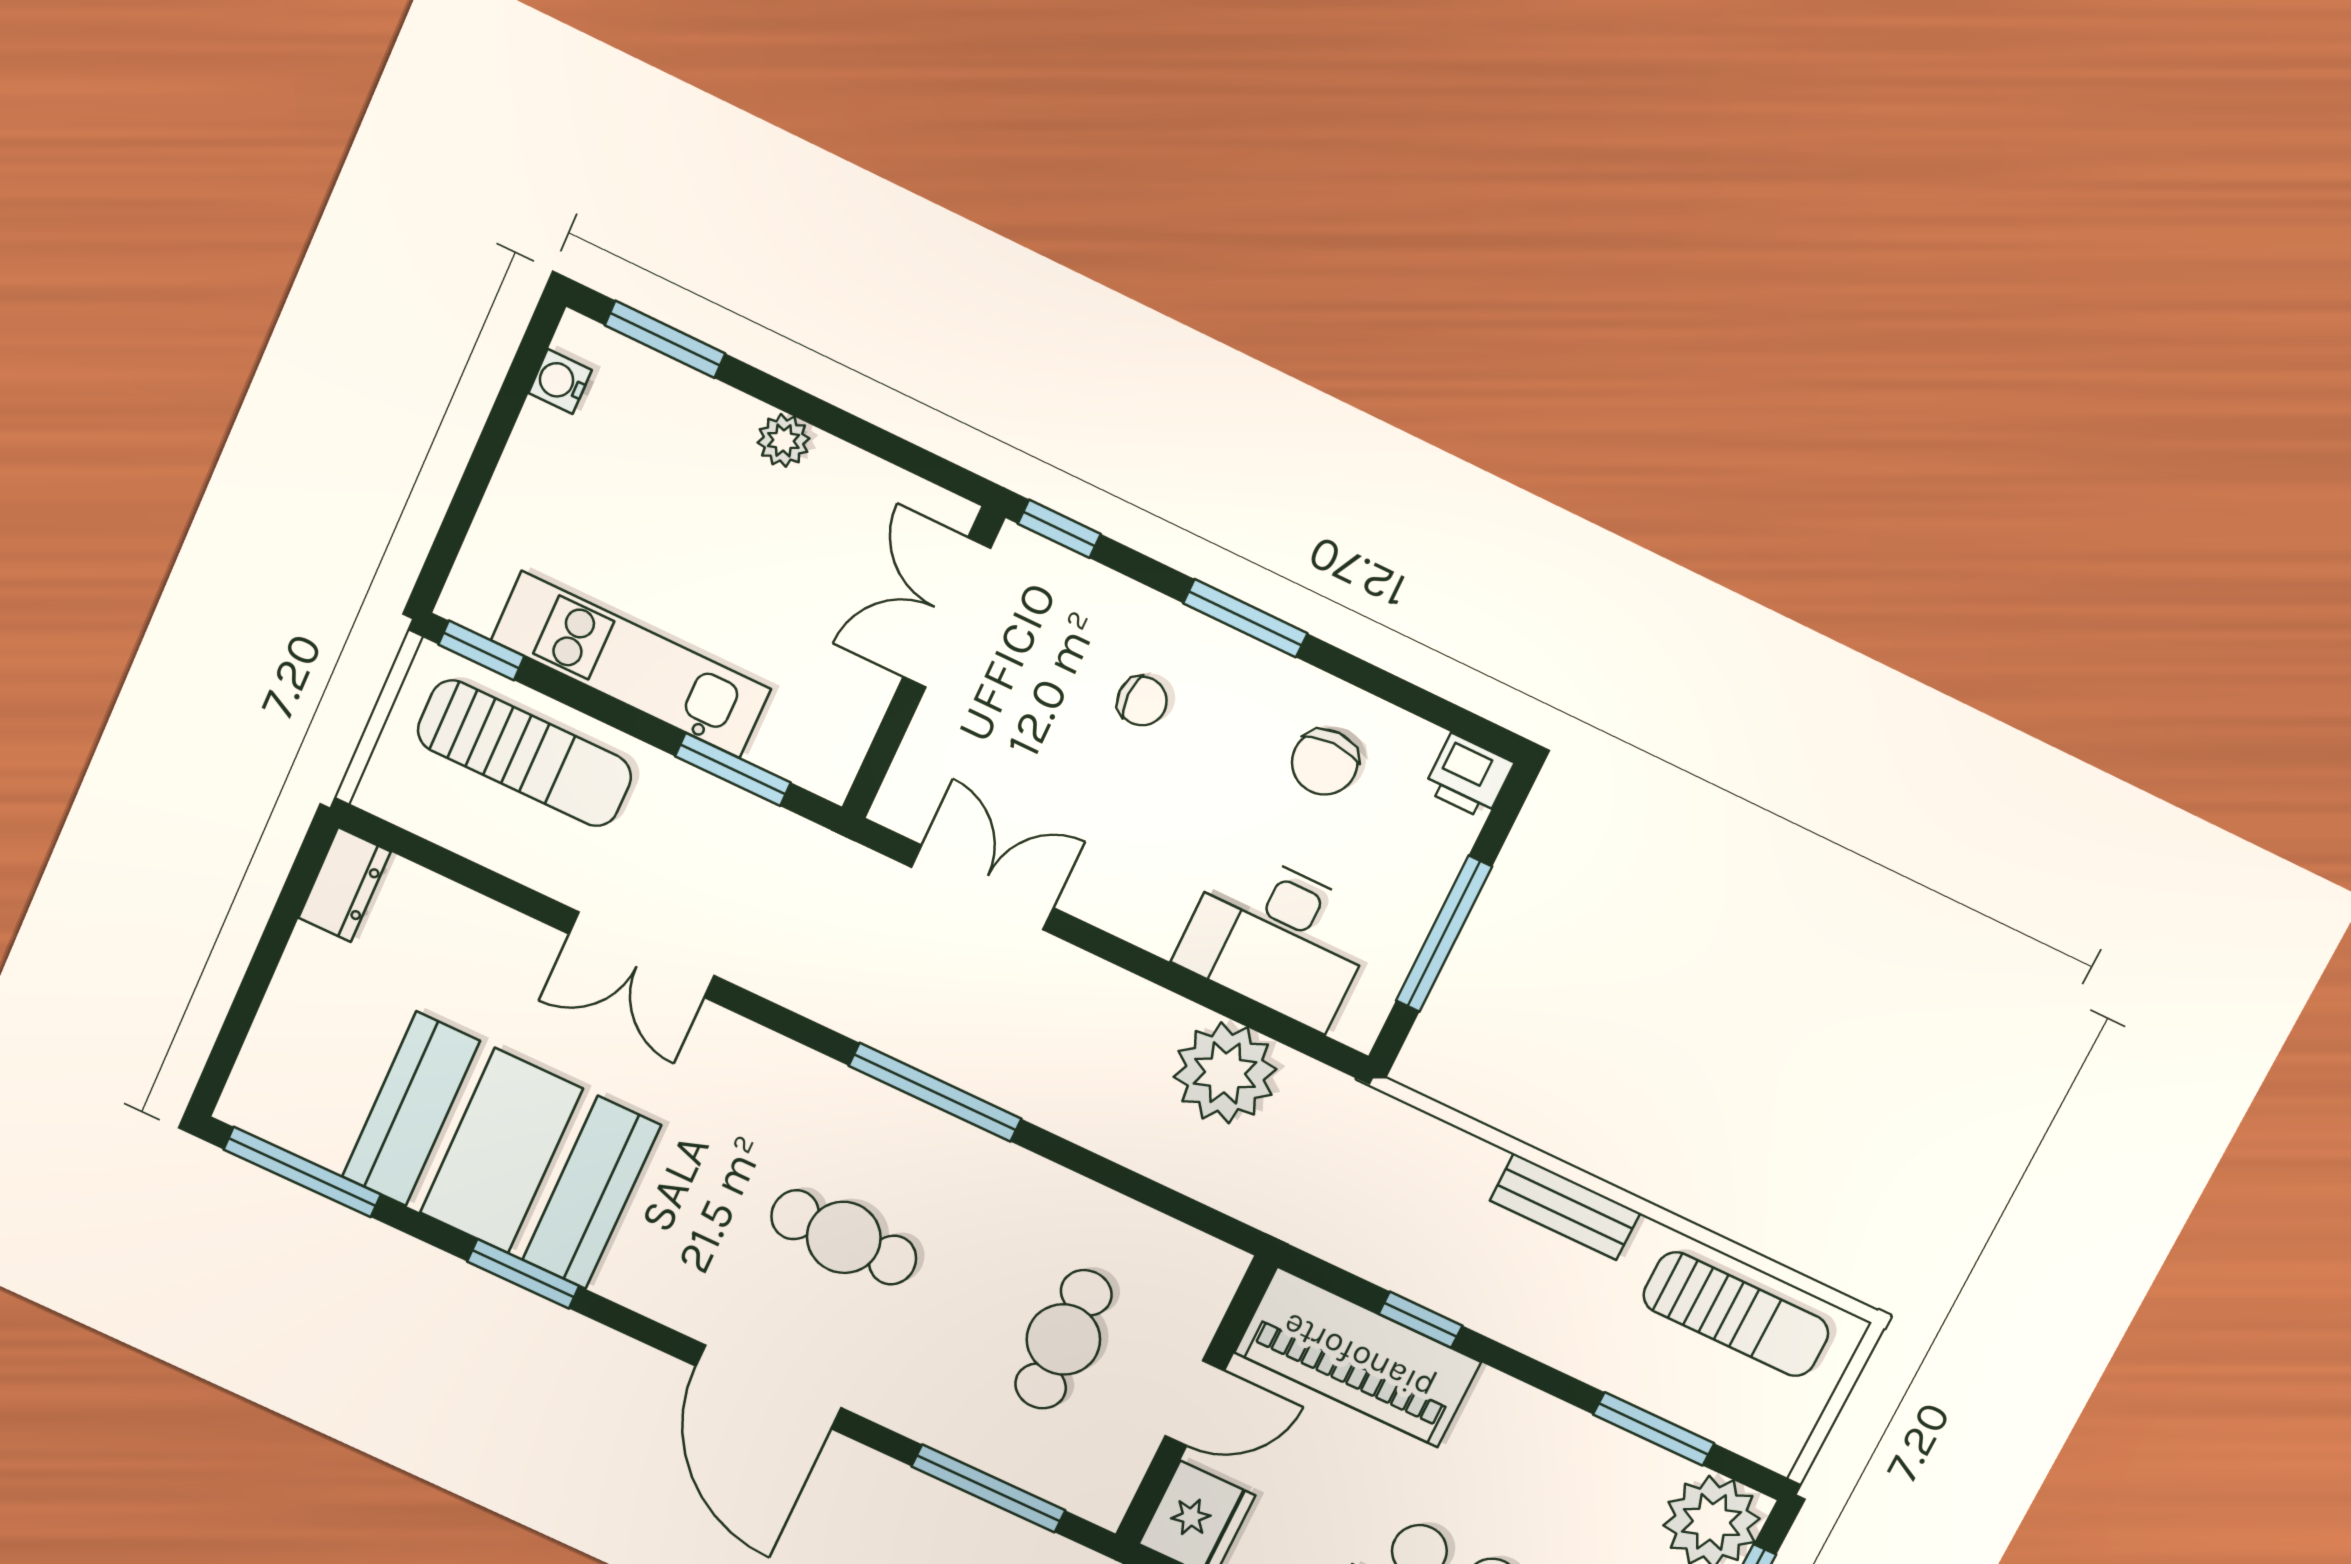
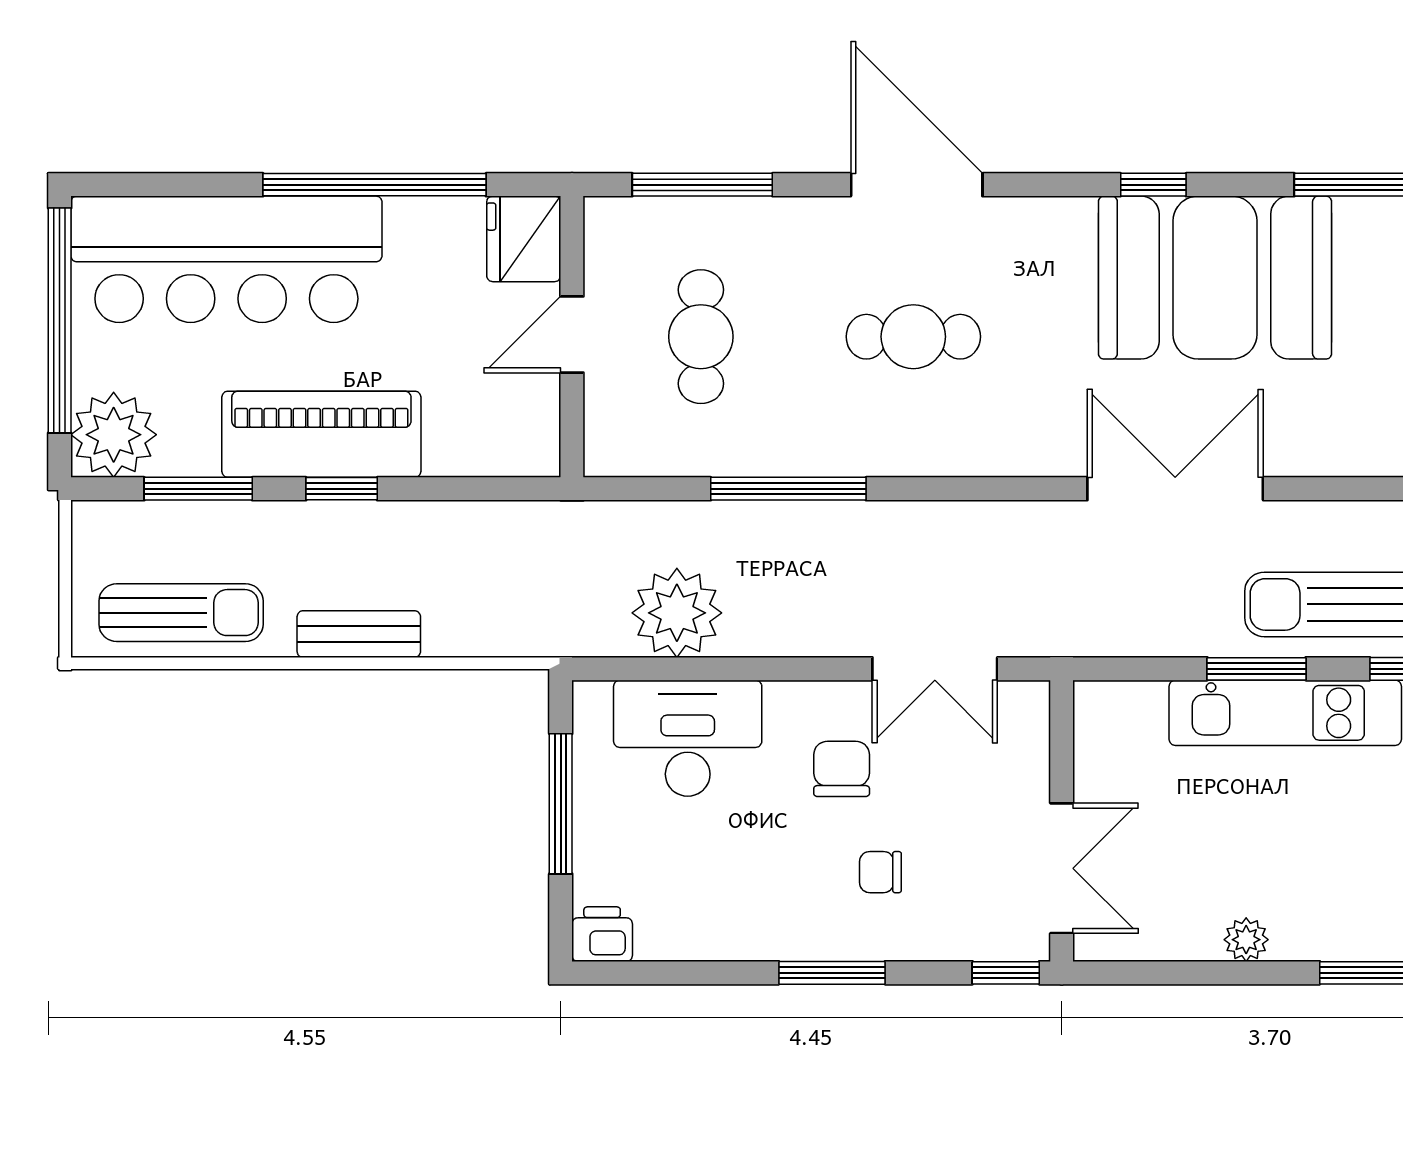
chair: (1325, 762) -> (842, 769), moved
window: (733, 769) -> (1257, 669), moved
double door: (642, 955) -> (1175, 489), width x1.37
window: (935, 1092) -> (788, 489), moved
window: (523, 1274) -> (1153, 185), width x0.67
sun lounger: (1736, 1314) -> (181, 613), turned 180
window: (1421, 1320) -> (342, 489), moved
piano: (1358, 1357) -> (321, 434), moved

